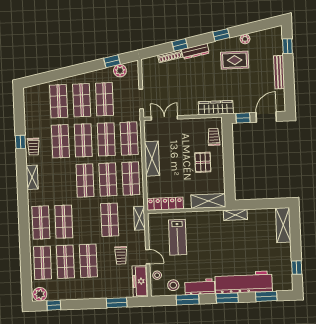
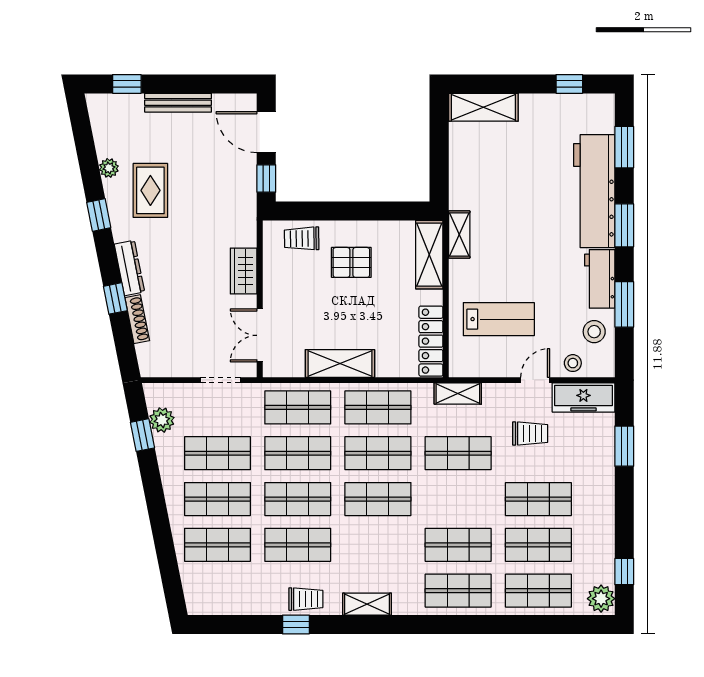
wardrobe: (216, 108) -> (244, 271), moved, width x0.67
shelving: (235, 215) -> (459, 234), moved

